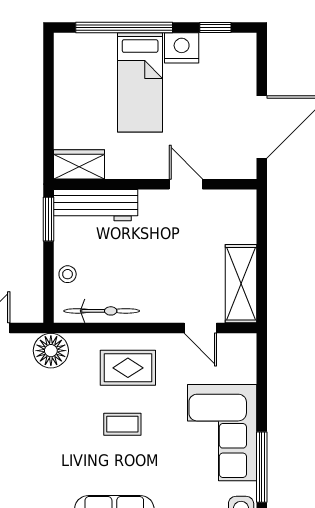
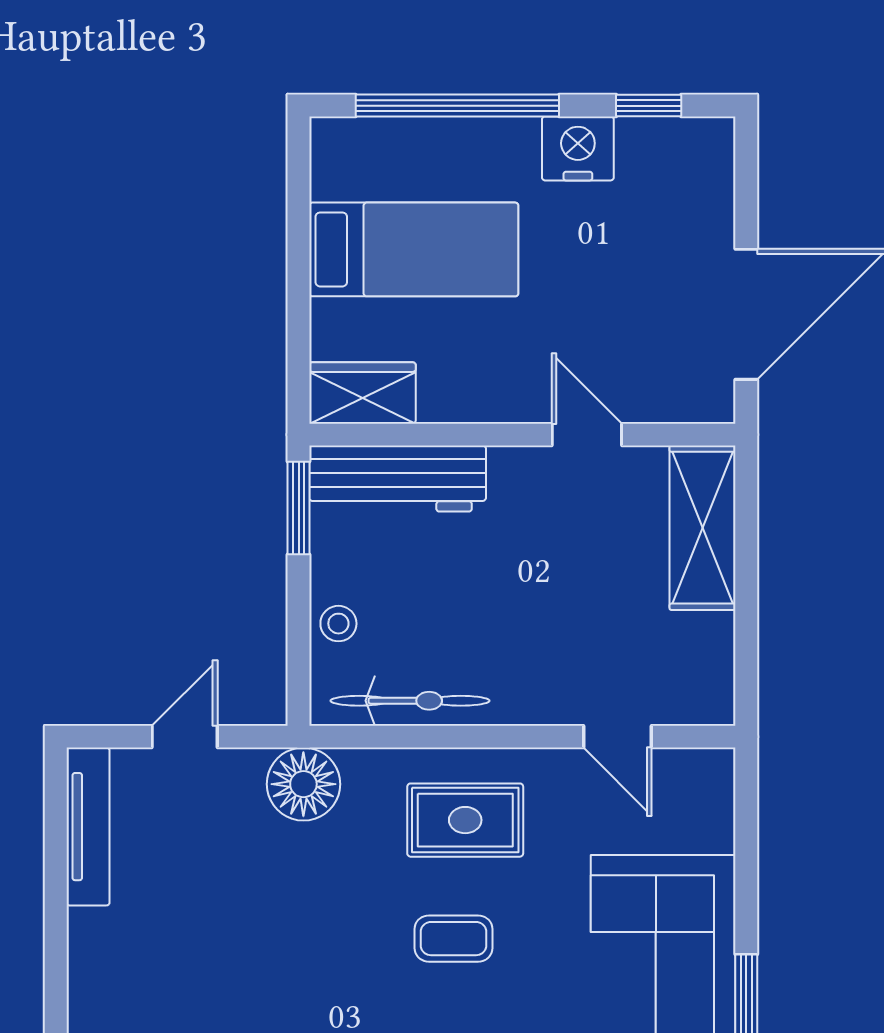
bed: (140, 82) -> (414, 249), moved, turned -90
shelving: (241, 284) -> (703, 528), moved

